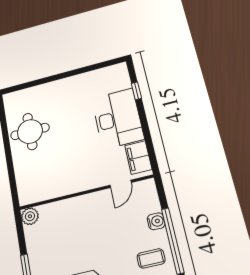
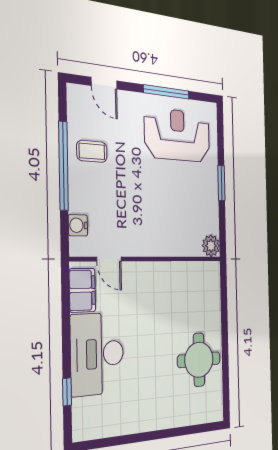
door: (121, 184) -> (109, 259), swing flipped
water cooler: (156, 221) -> (78, 225), moved

